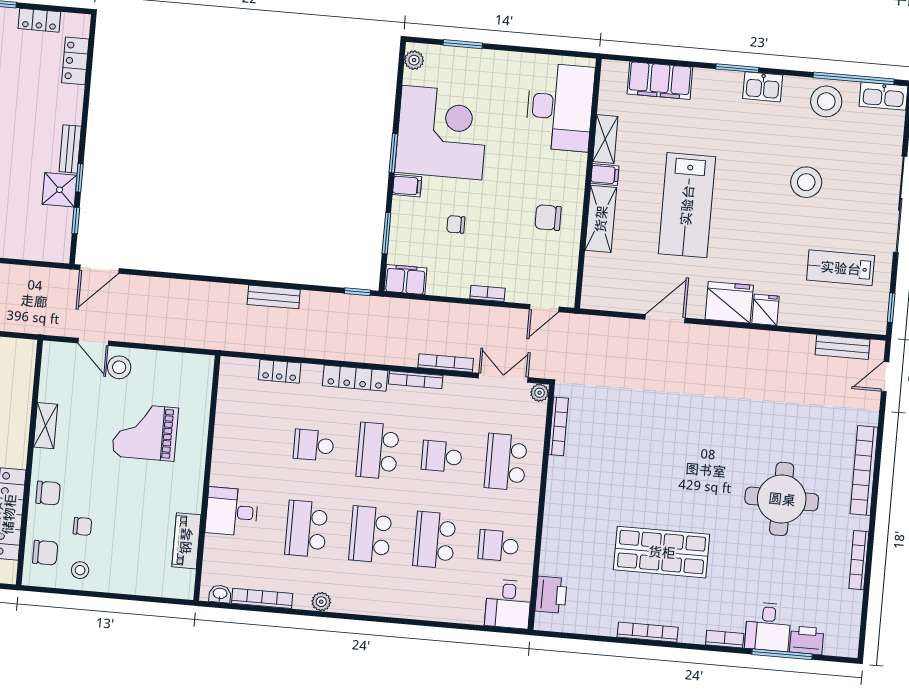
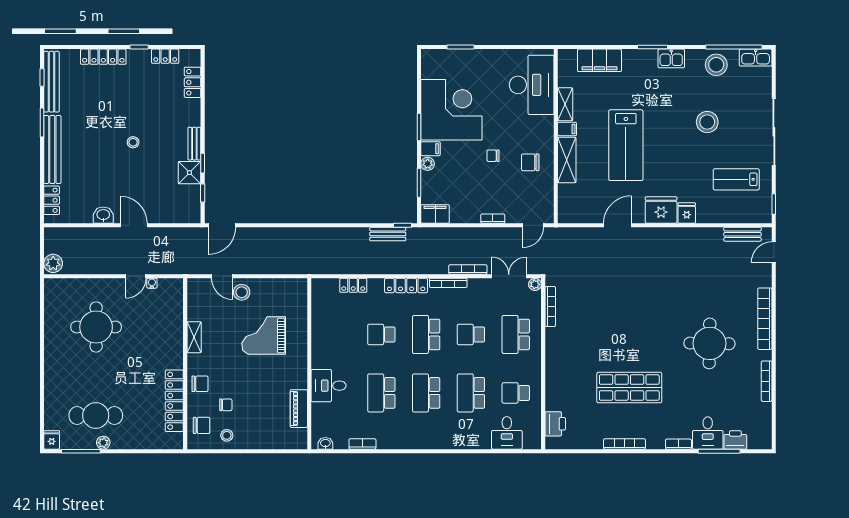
plant: (414, 60) -> (428, 164), moved
chair: (456, 224) -> (493, 156), moved
bench: (274, 297) -> (388, 234), moved
bookcase: (262, 598) -> (362, 444), width x0.64
plant: (321, 602) -> (396, 443), removed
desk: (508, 604) -> (507, 433), moved

